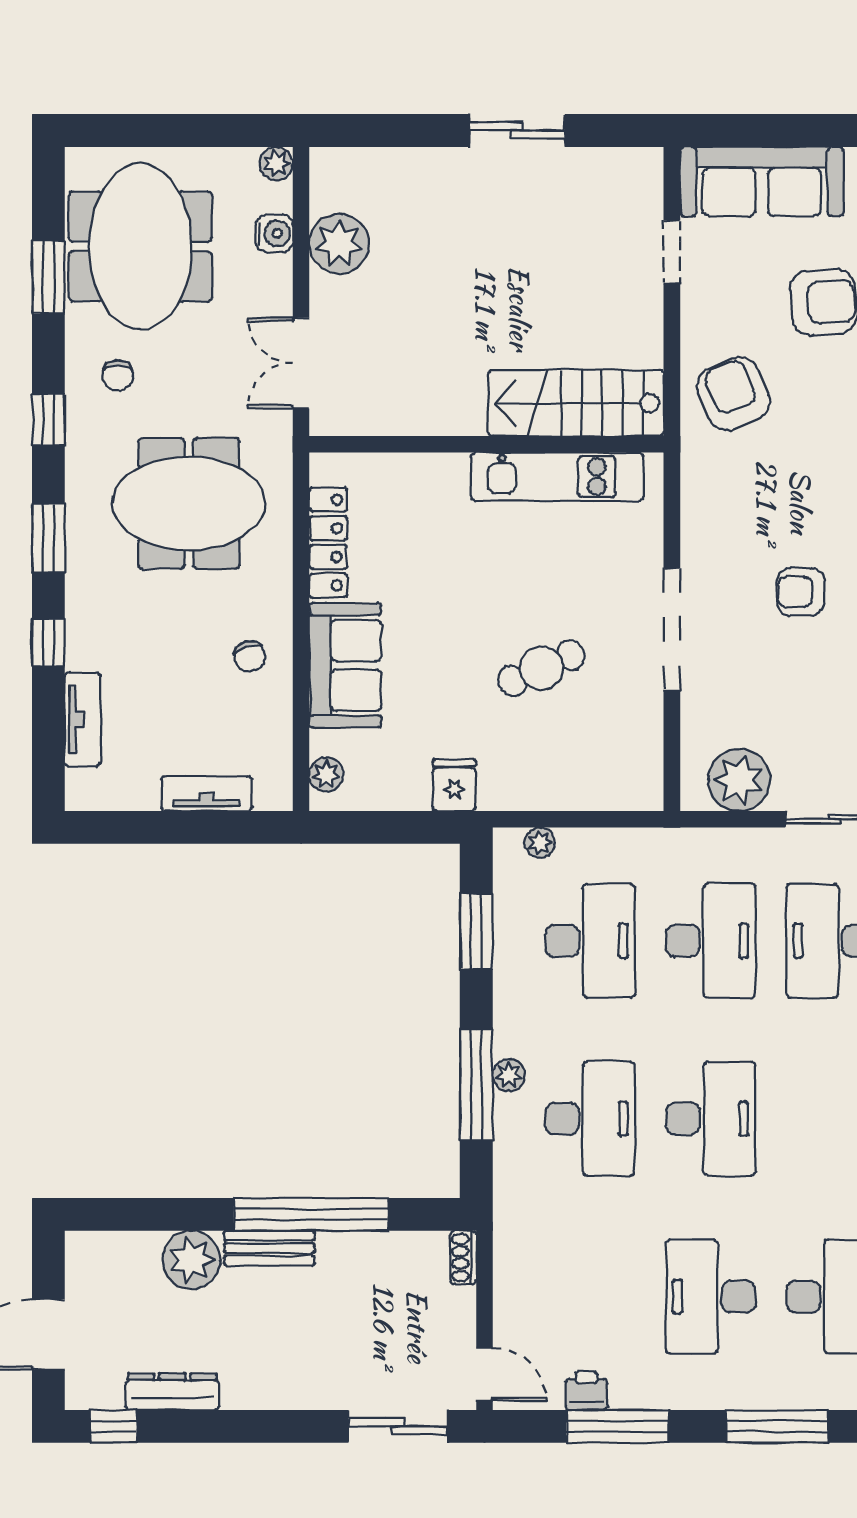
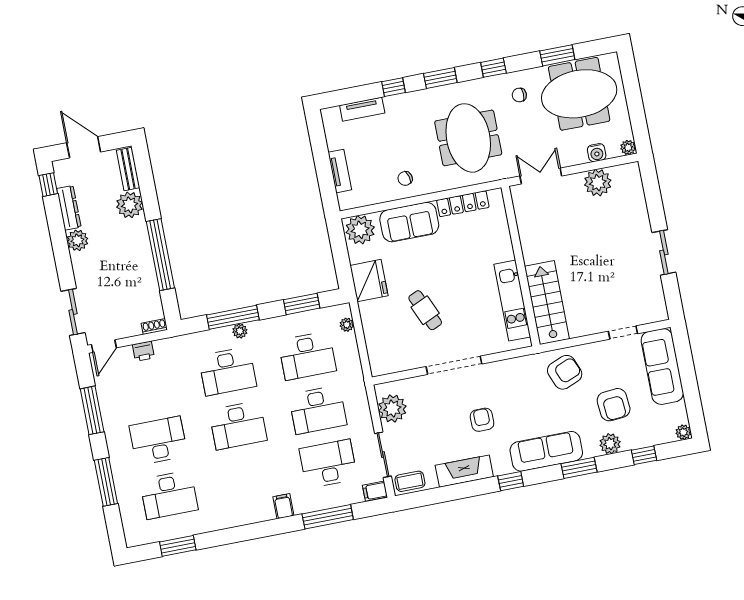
plant: (326, 774) -> (360, 230), width x1.87, depth x1.87
fridge: (454, 785) -> (369, 281), width x1.88, depth x1.34
bench: (269, 1248) -> (128, 169), moved
plant: (246, 1387) -> (77, 240), added
printer: (586, 1391) -> (143, 351), moved, turned 90

